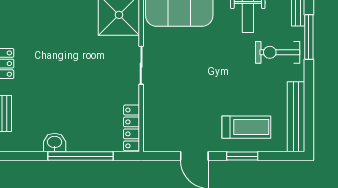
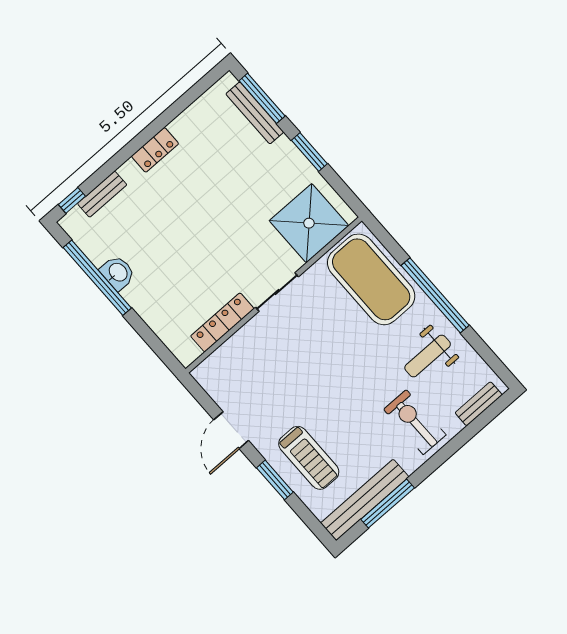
window: (309, 37) -> (388, 504), moved
locker: (132, 128) -> (222, 322), moved
window: (81, 156) -> (97, 278), moved

